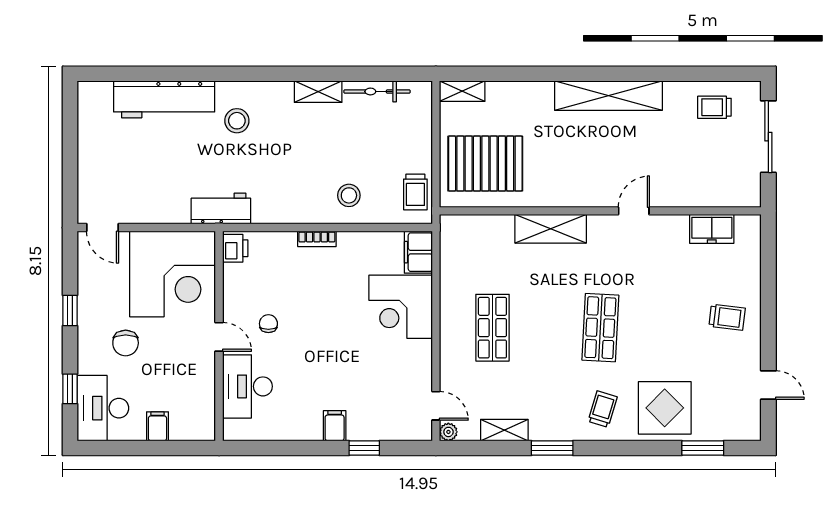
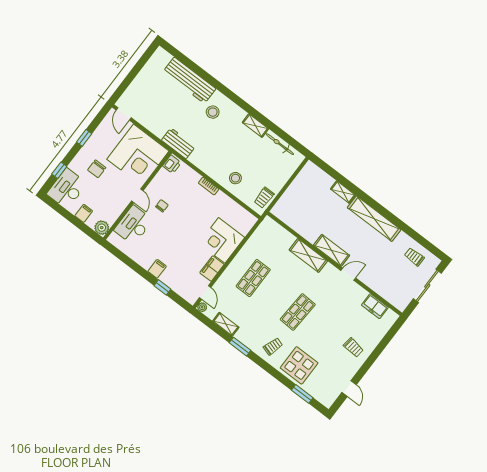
shelving: (462, 91) -> (343, 192), moved
pallet: (485, 164) -> (302, 208), removed
shelving: (580, 194) -> (332, 250), added
filing cabinet: (418, 252) -> (212, 269), moved
plant: (202, 427) -> (102, 228), added

